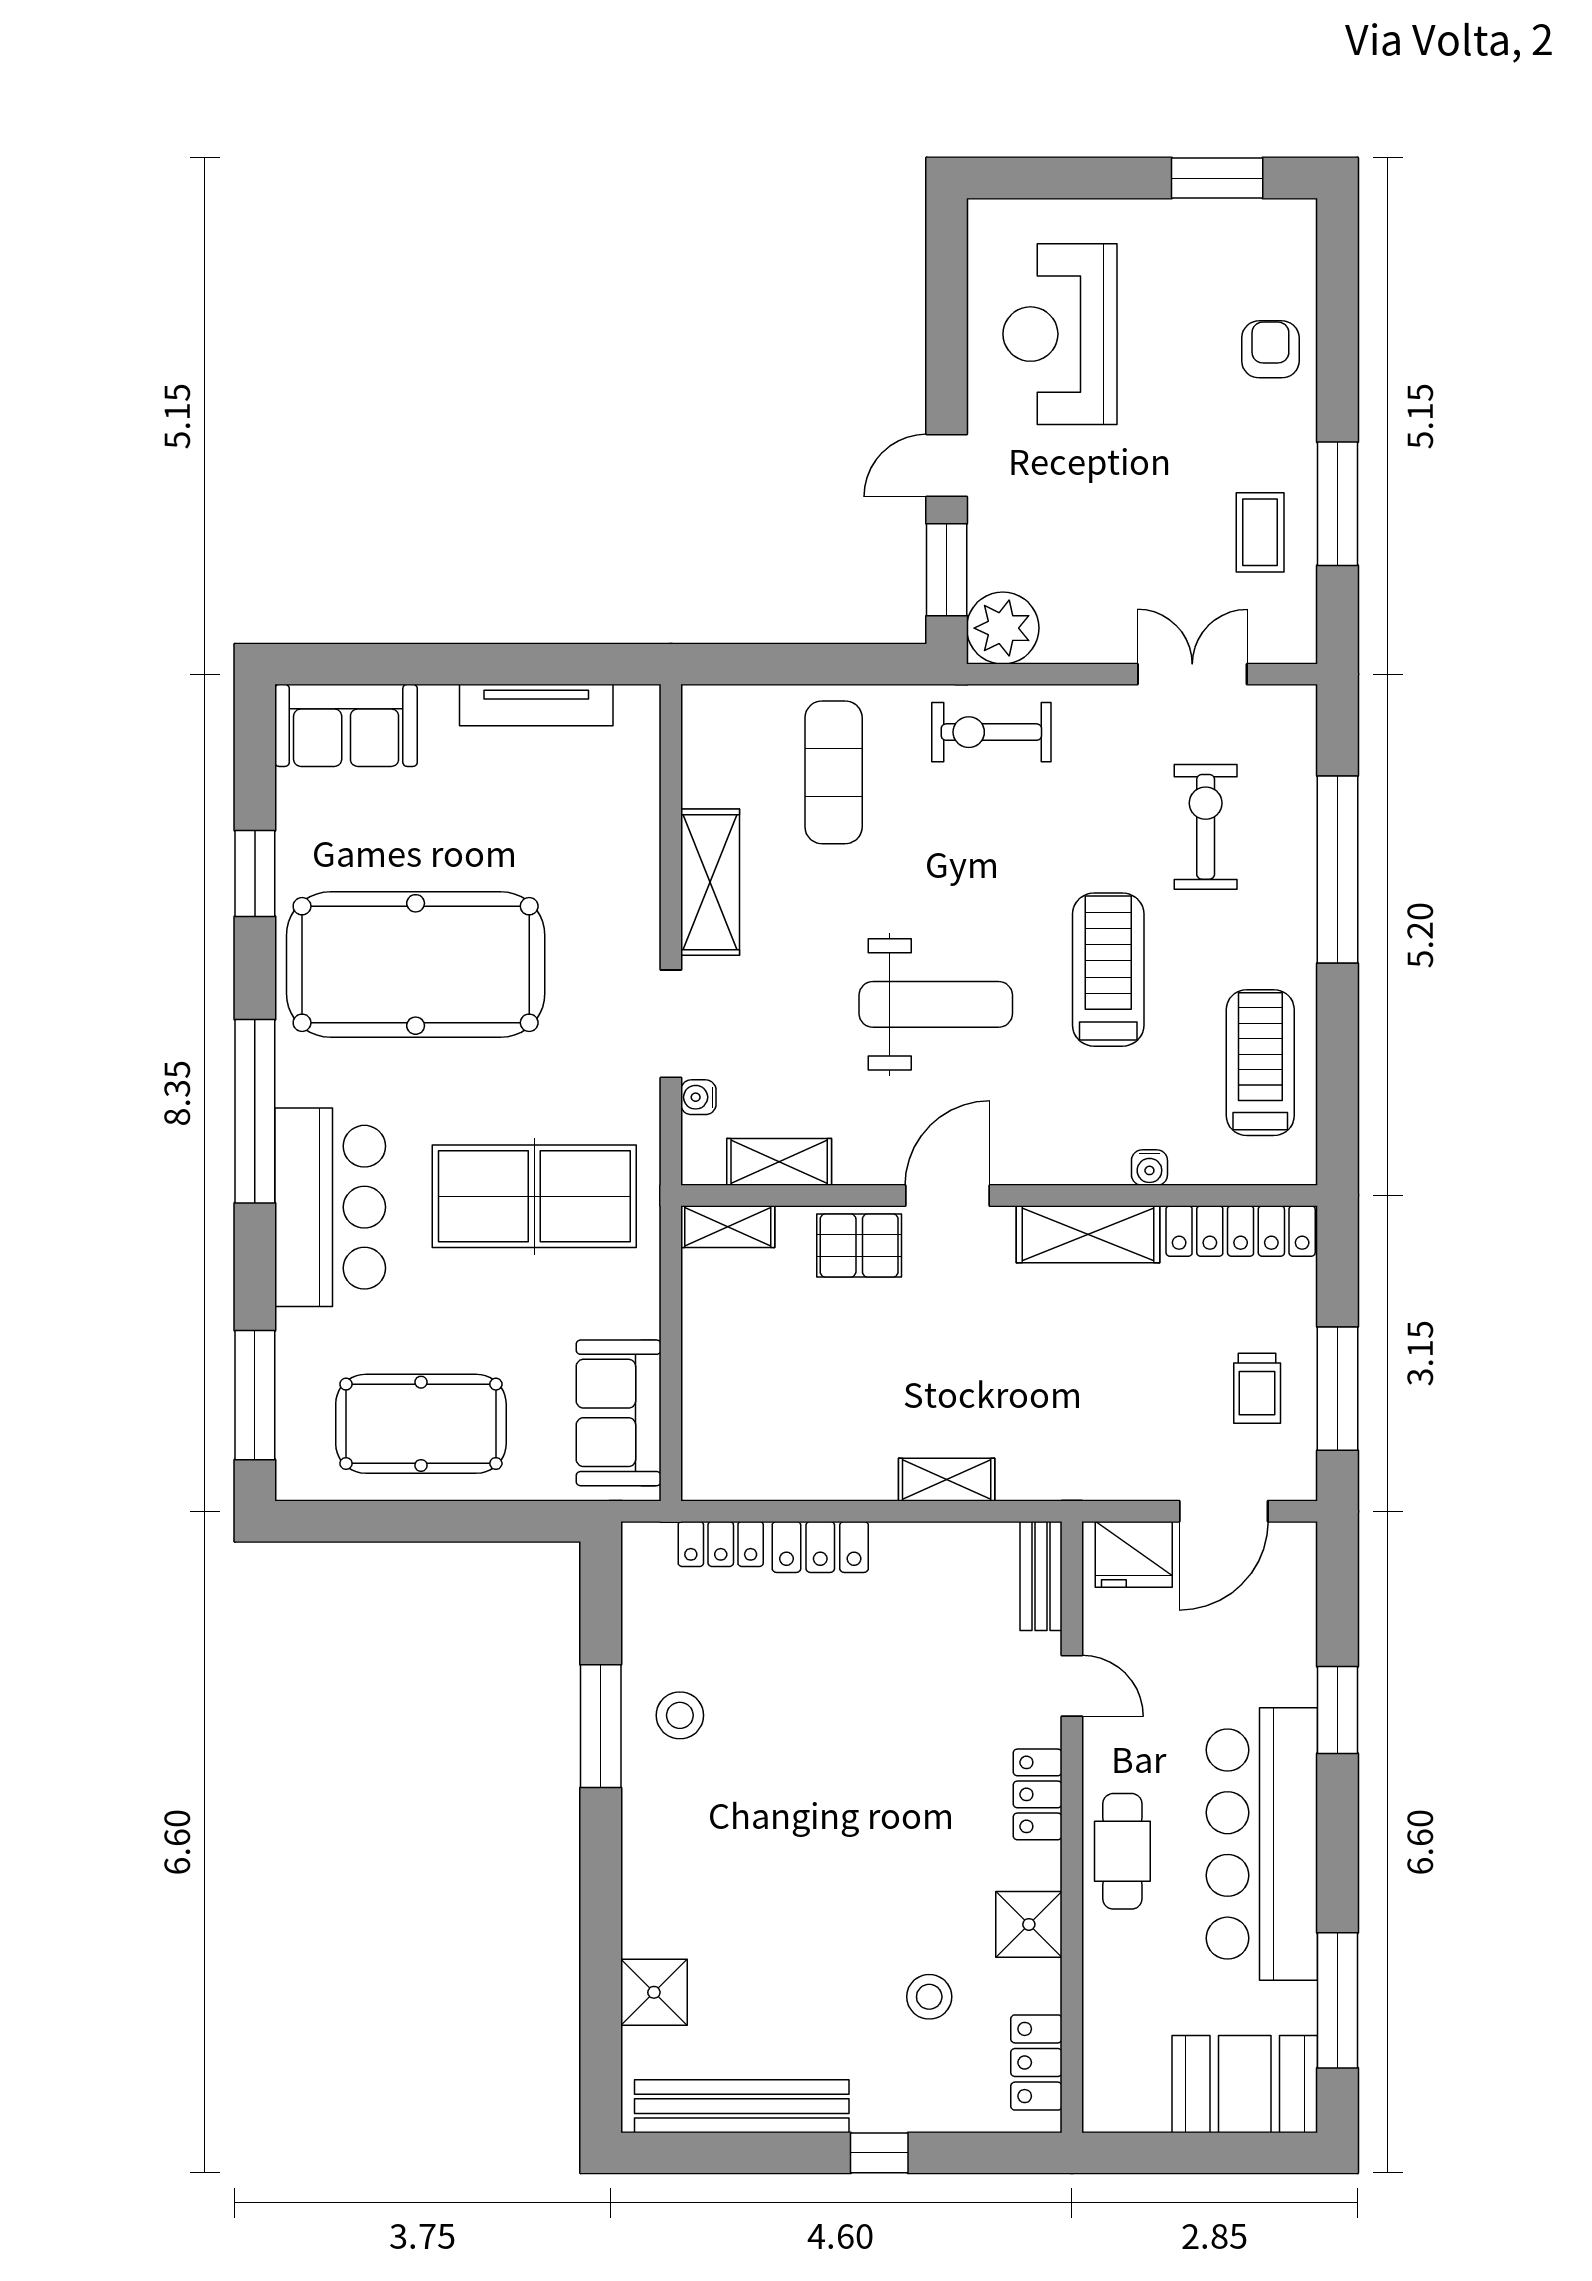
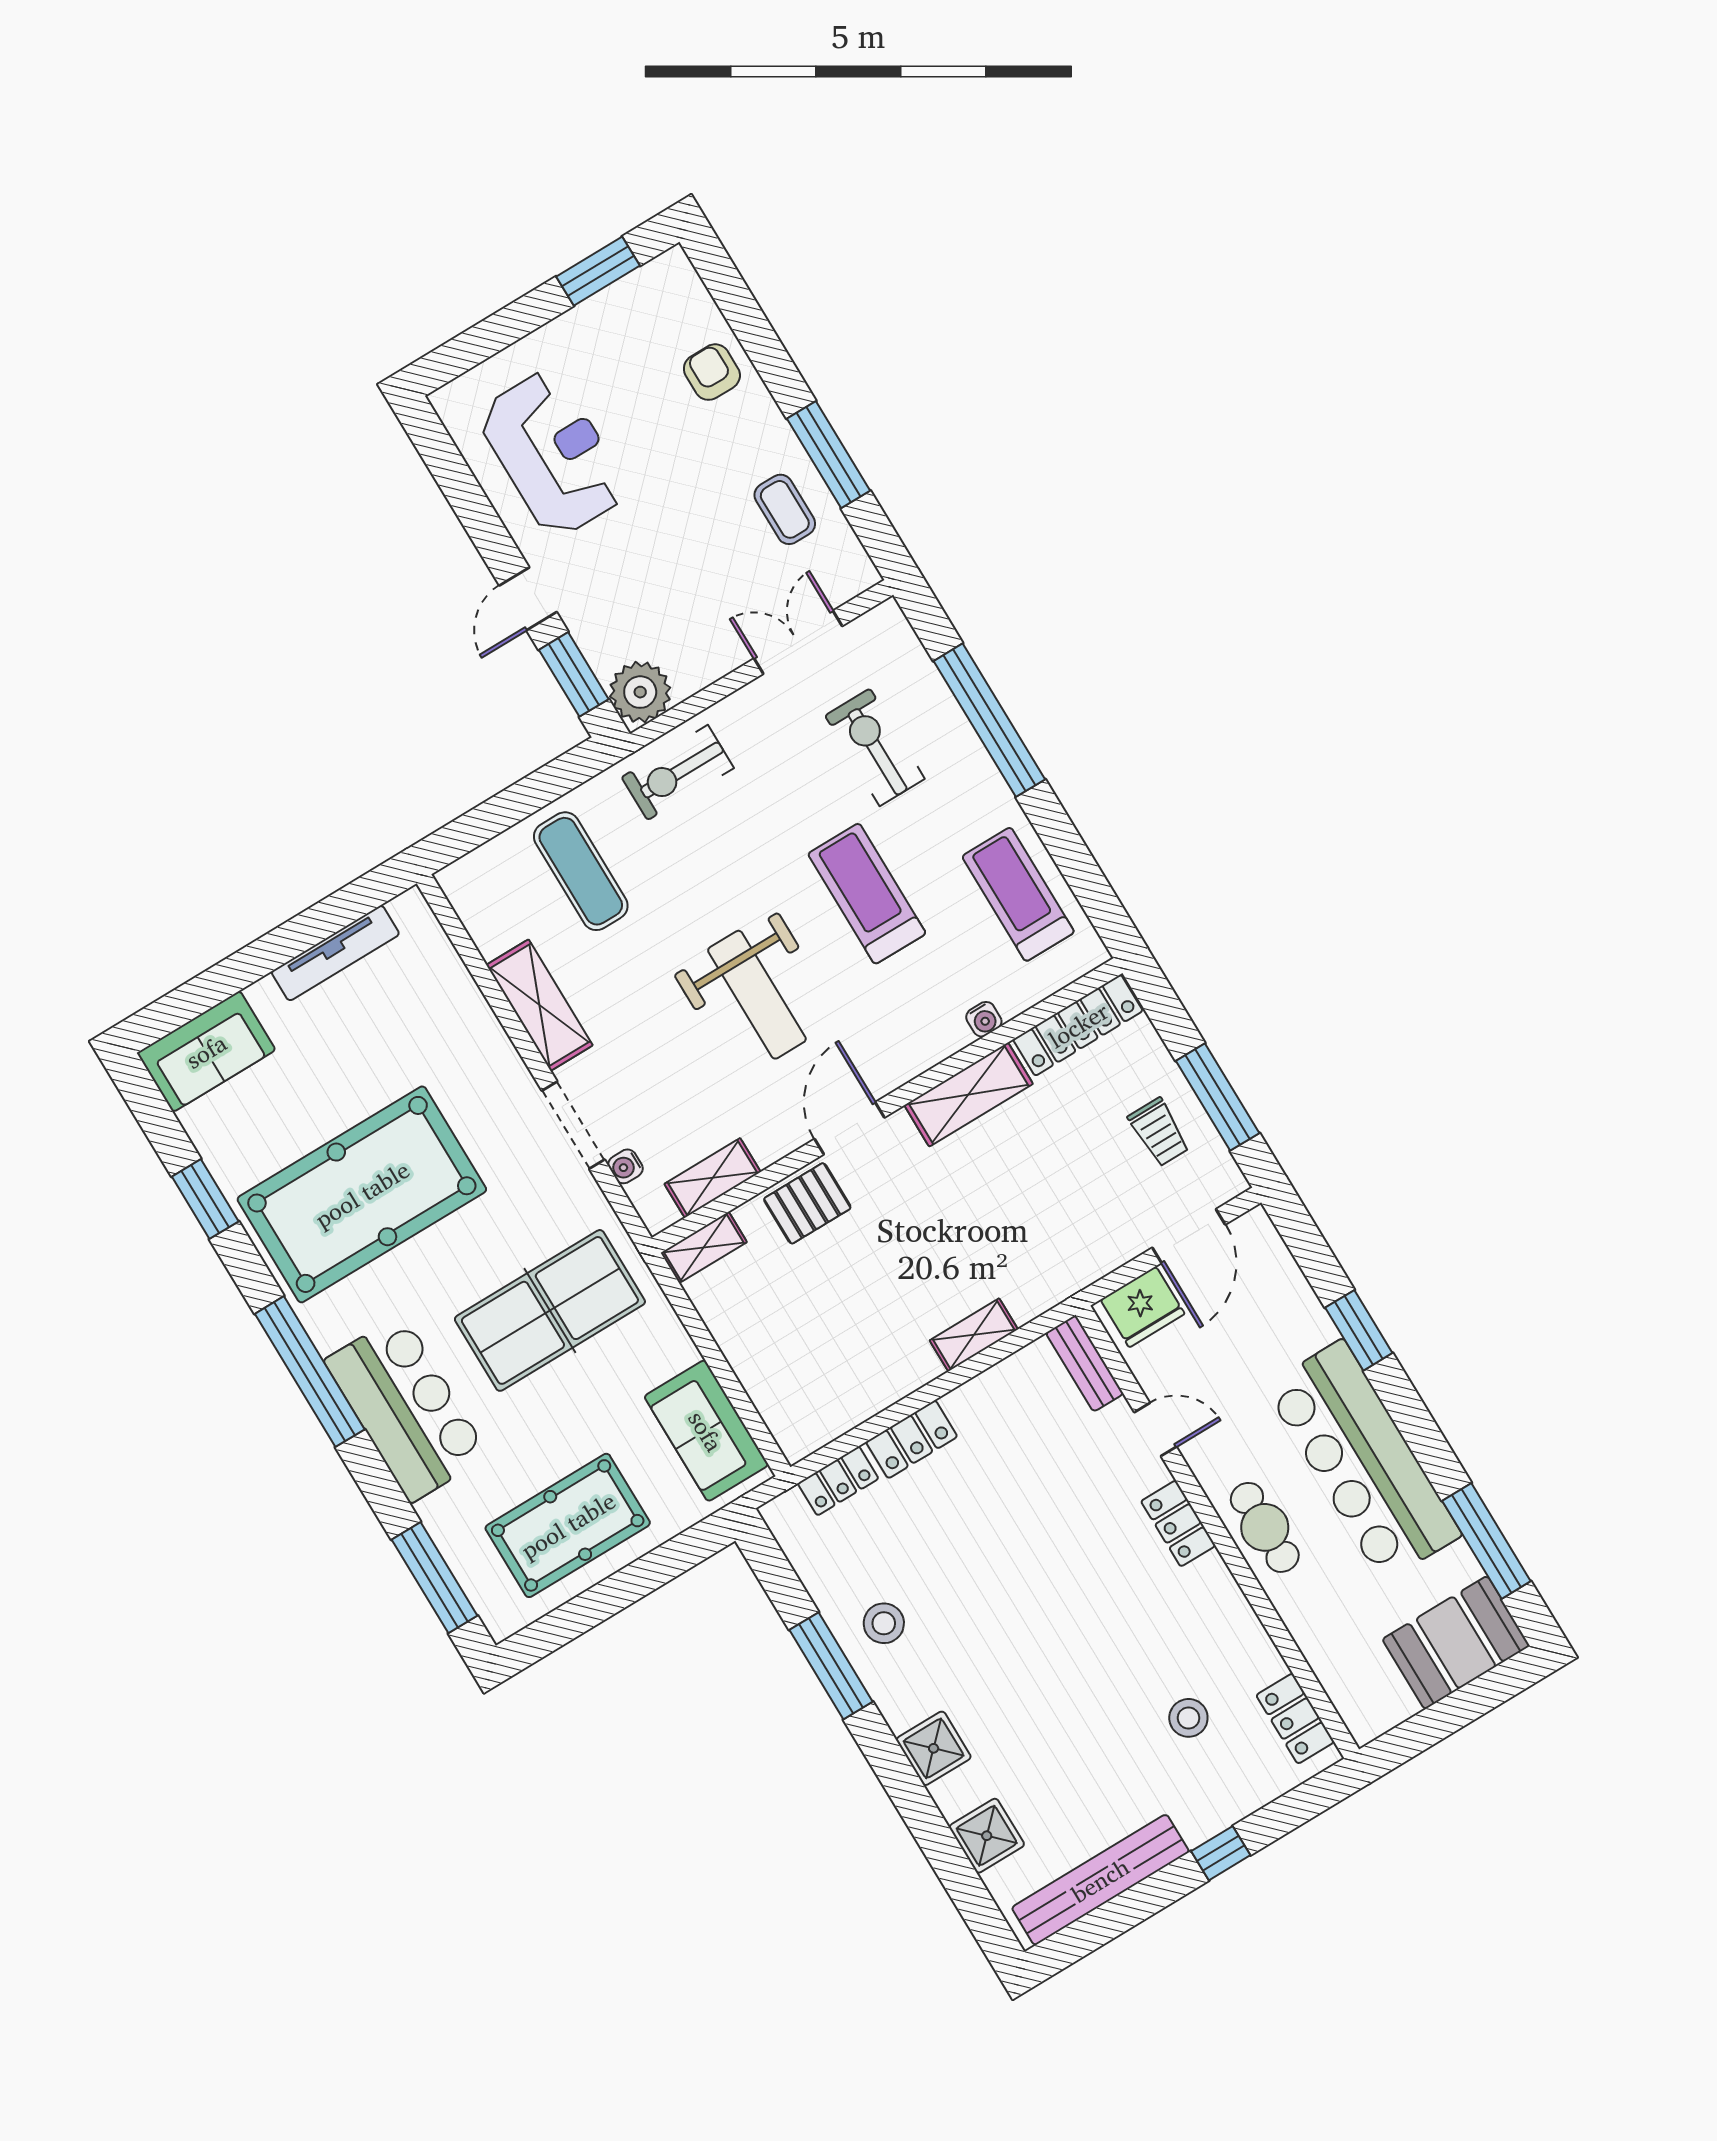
reception desk: (1060, 334) -> (553, 453), turned 180
weight bench: (936, 1004) -> (757, 995), turned 90
shower: (1029, 1924) -> (934, 1748), moved

